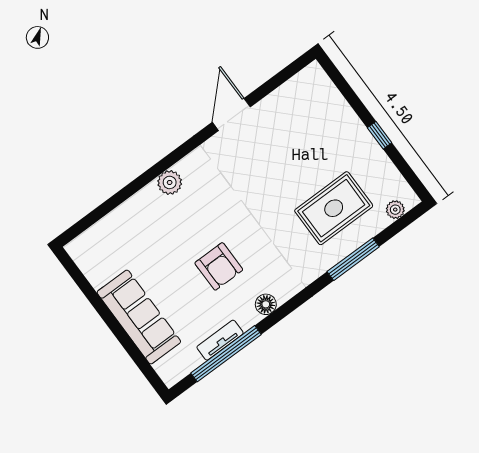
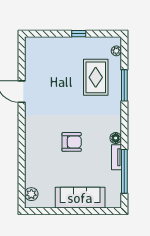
plant: (170, 182) -> (31, 194), moved
armchair: (219, 266) -> (72, 142), moved
tv unit: (220, 340) -> (116, 157), moved

